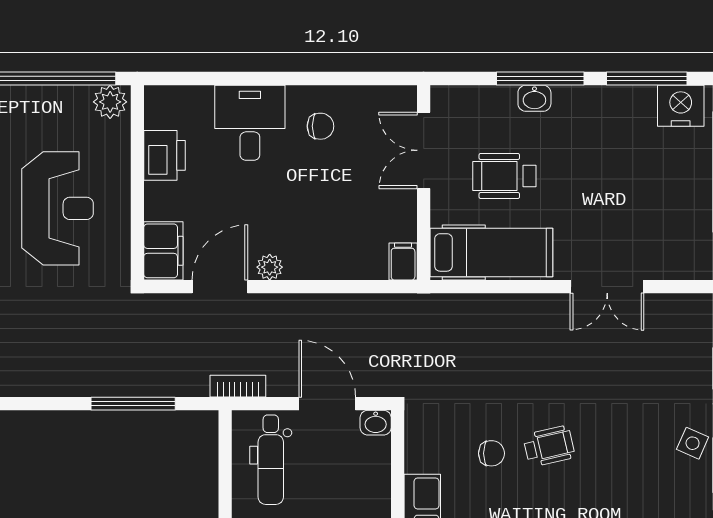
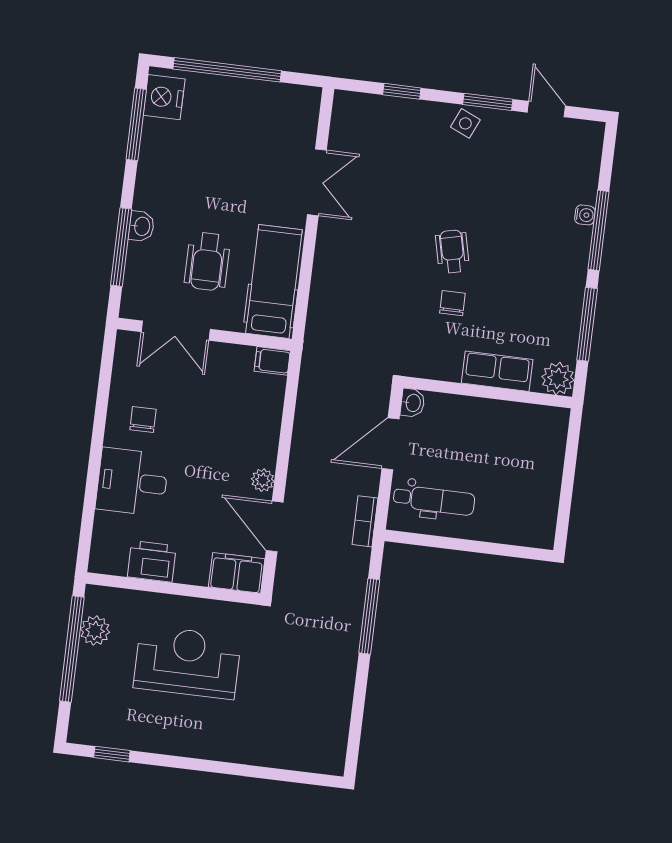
window: (540, 78) -> (121, 247), moved
plant: (110, 102) -> (95, 631), moved

